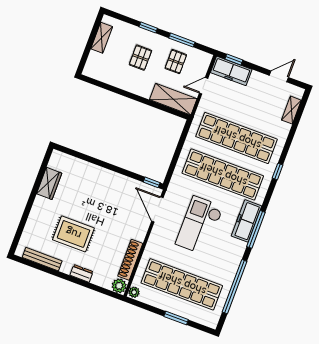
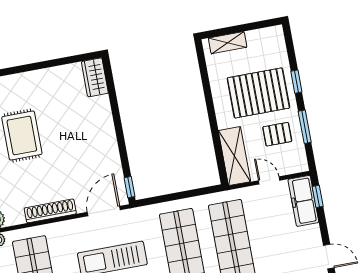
shelving: (102, 38) -> (228, 43), moved
pallet: (140, 58) -> (258, 93), width x2.05, depth x2.00
wardrobe: (49, 183) -> (95, 77), moved, turned 90
shoe rack: (130, 260) -> (50, 211), moved

